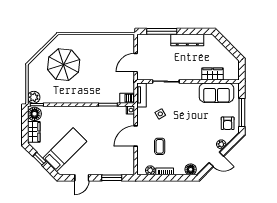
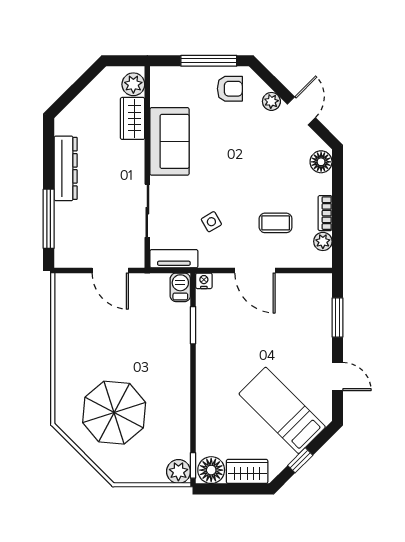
plant: (230, 74) -> (133, 84), added
sofa: (216, 93) -> (169, 141), moved

